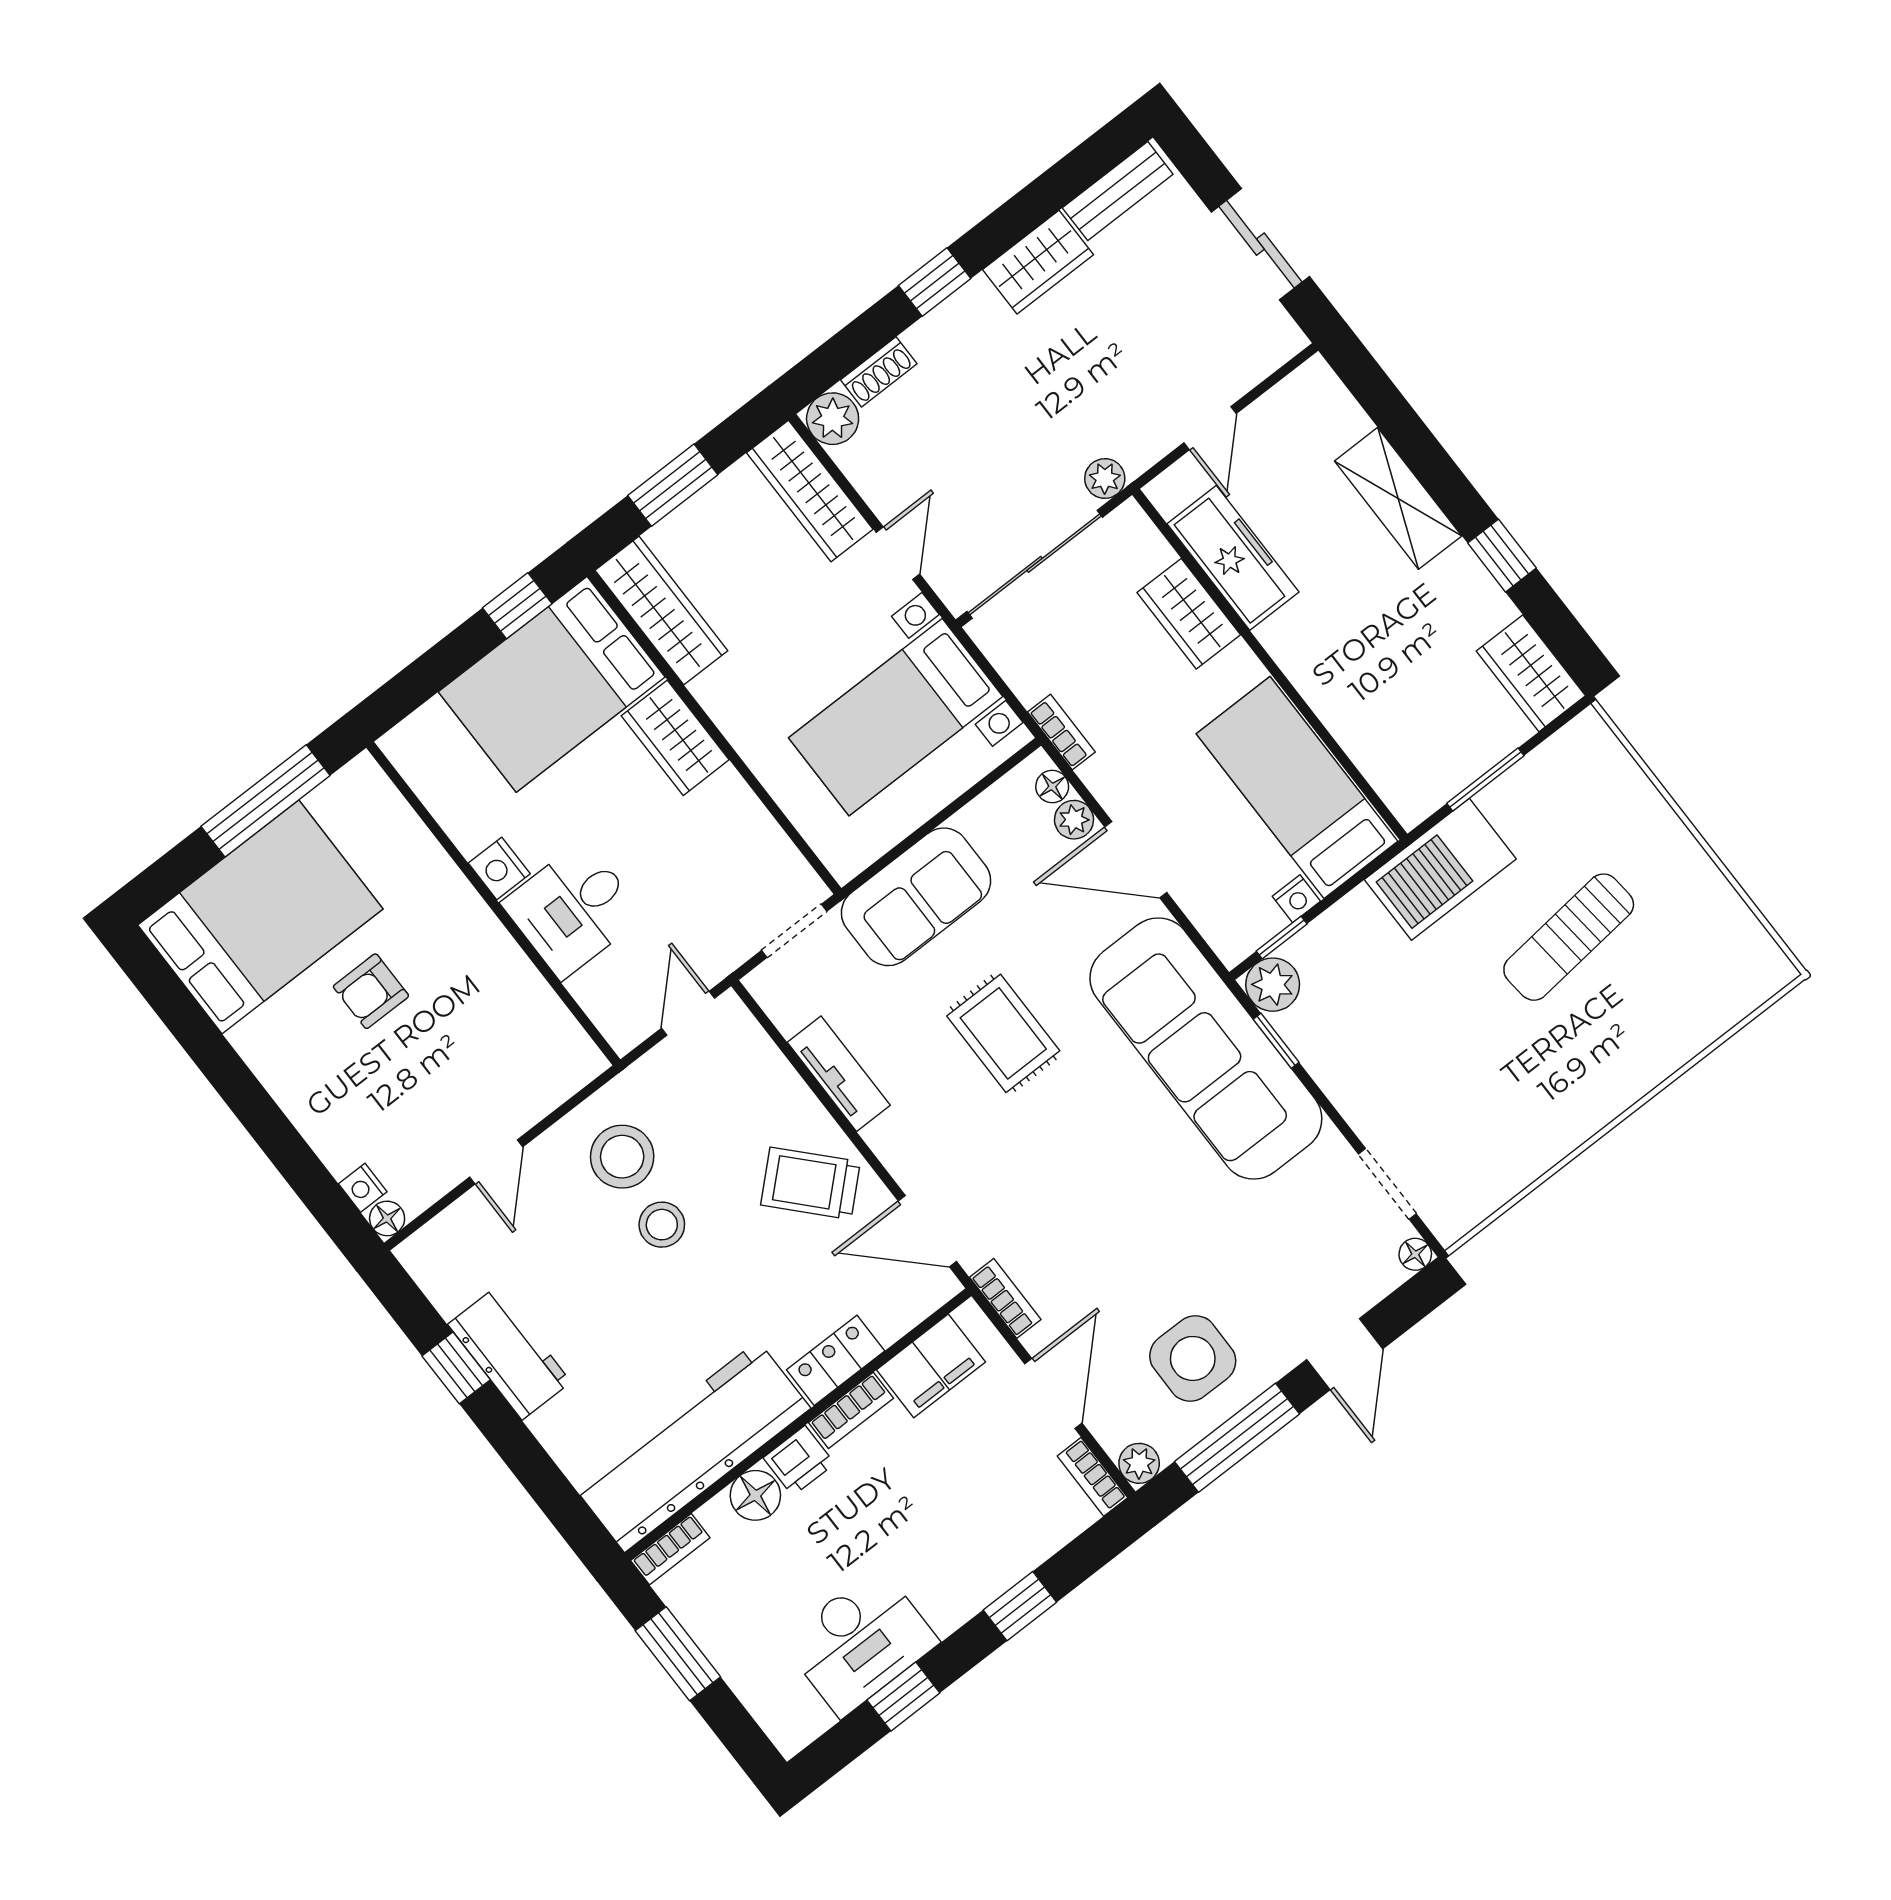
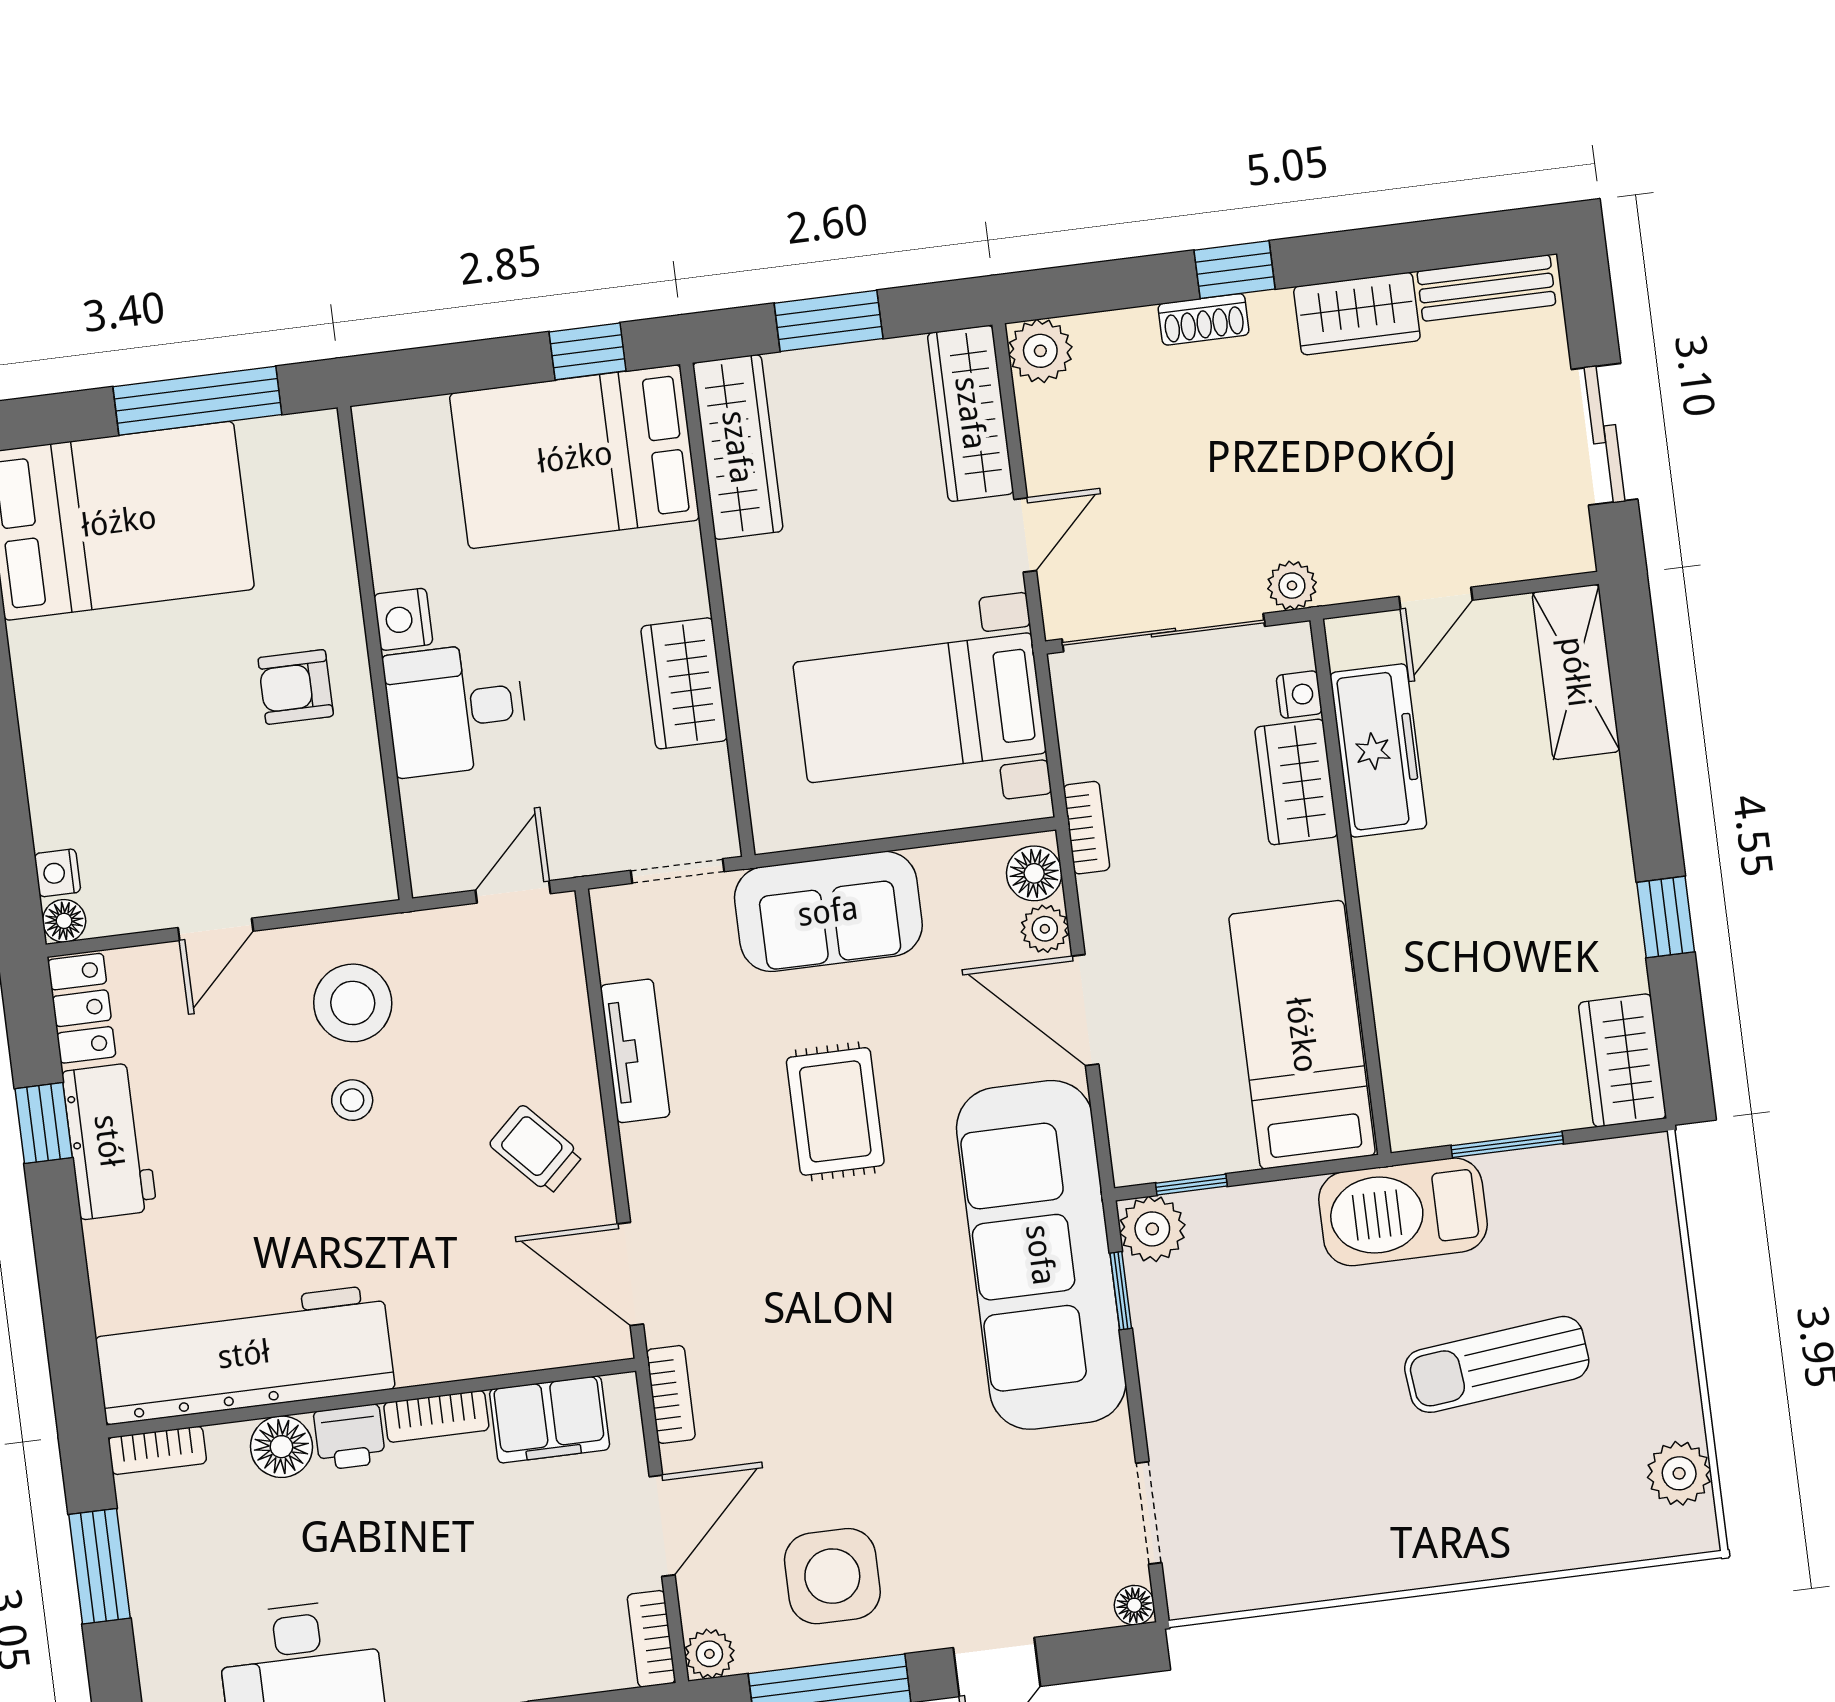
shoe rack: (879, 372) -> (1204, 319), moved
shelving: (1398, 498) -> (1576, 672), moved
wardrobe: (675, 738) -> (684, 683), moved
floor lamp: (1052, 787) -> (1034, 873), width x1.37, depth x1.37
nightstand: (1296, 899) -> (1299, 694), moved, turned -90
plant: (1741, 938) -> (1679, 1473), added
armchair: (371, 991) -> (296, 687), moved
trolley: (811, 1183) -> (536, 1150), width x0.73, depth x0.72
stool: (662, 1225) -> (352, 1100), width x0.73, depth x0.73
locker: (836, 1360) -> (82, 1008), moved, turned 90

